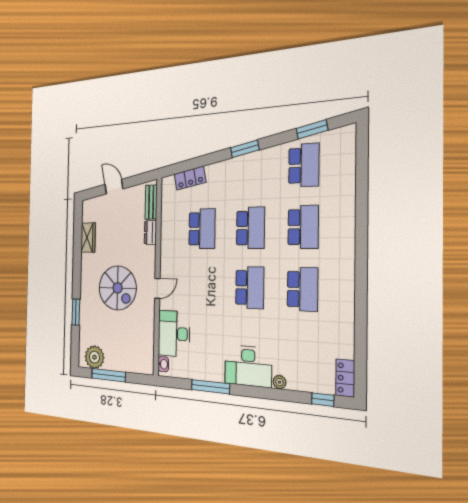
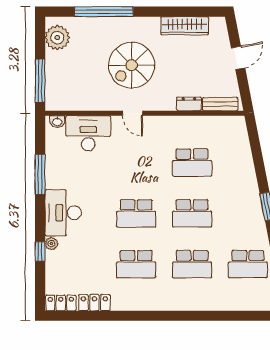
locker: (190, 178) -> (94, 303), moved, turned 101
wardrobe: (88, 238) -> (185, 26), width x1.50
window: (76, 312) -> (104, 12), width x2.11
window: (108, 375) -> (40, 81), moved
window: (323, 400) -> (40, 251), moved

